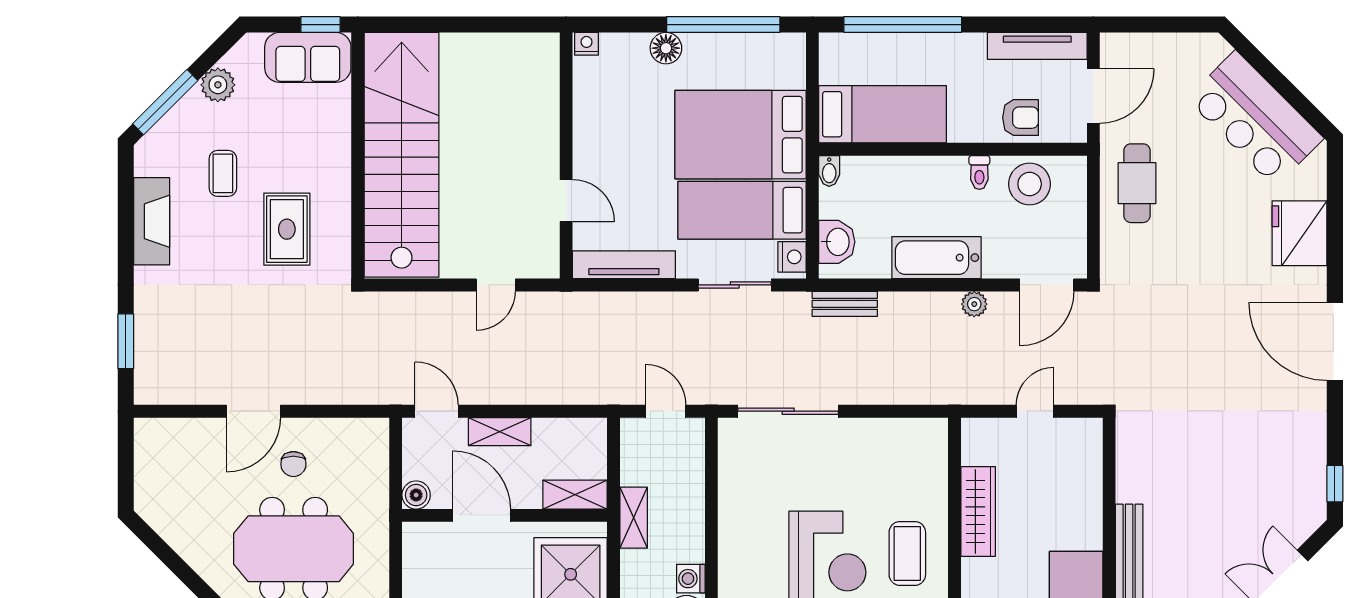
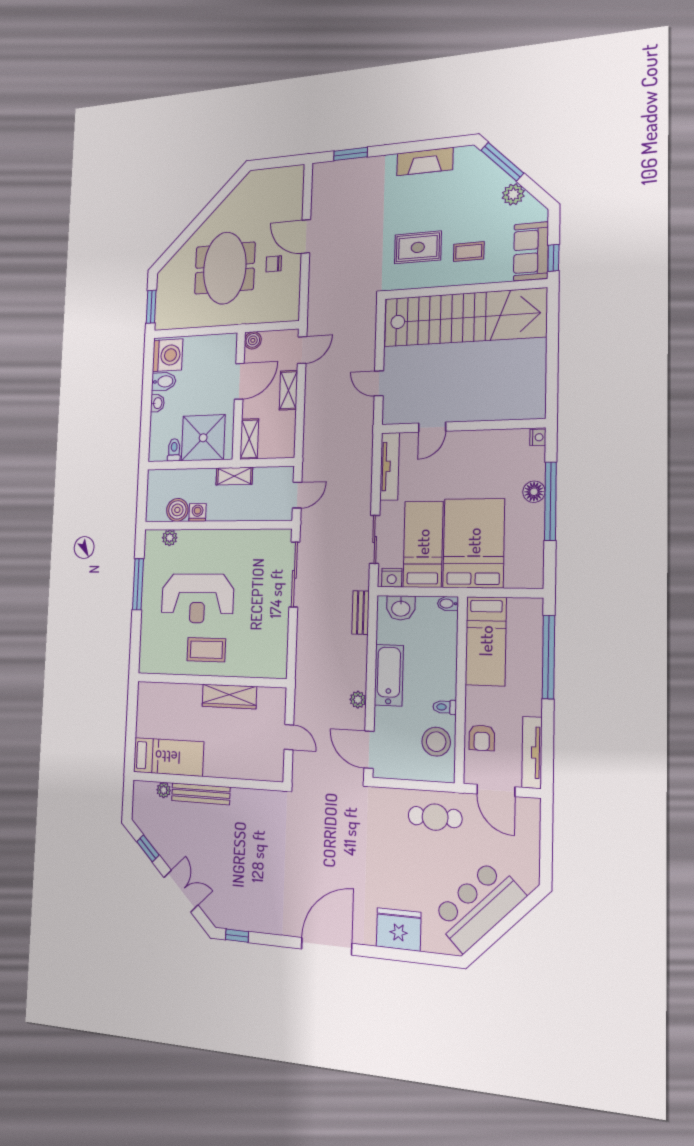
window: (723, 25) -> (550, 501), moved
coffee table: (223, 173) -> (469, 252), moved

